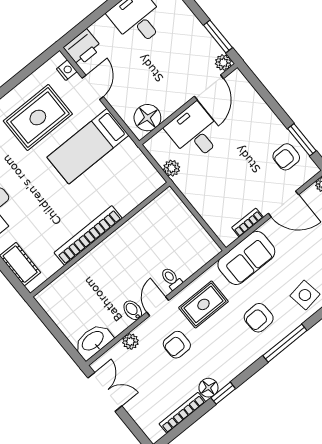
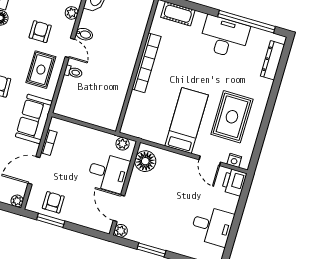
plant: (223, 63) -> (121, 231), moved
door: (209, 87) -> (119, 208), moved
wall: (188, 104) -> (125, 188), moved
floor lamp: (147, 118) -> (145, 161), moved
desk: (194, 132) -> (108, 173), moved

